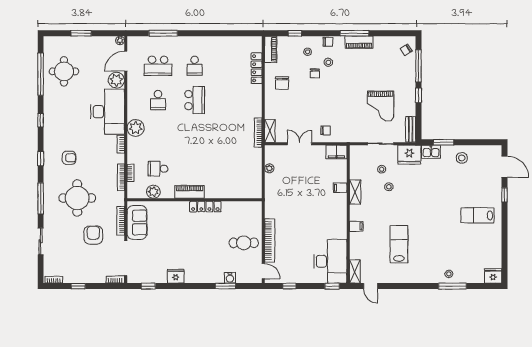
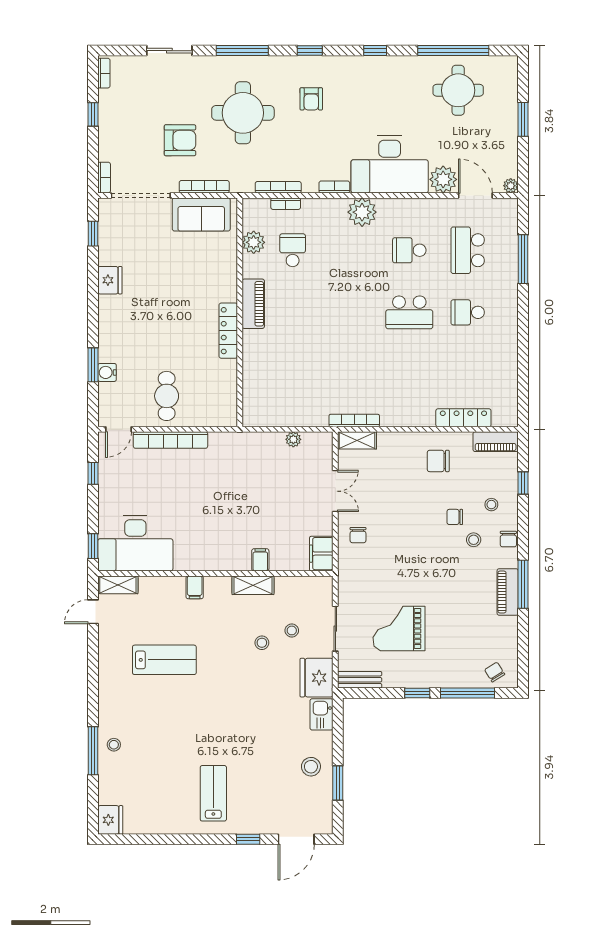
window: (444, 142) -> (338, 783), moved

